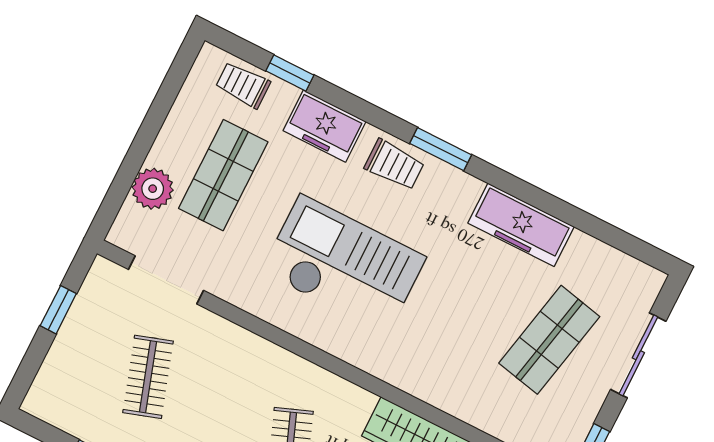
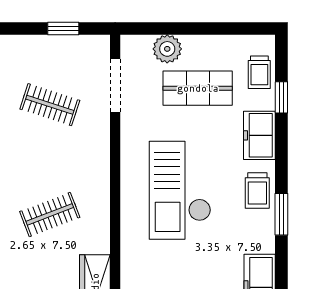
trolley: (243, 85) -> (259, 72), turned 180
checkout: (344, 264) -> (180, 190), turned 180
clothes rail: (148, 377) -> (50, 105), turned 36

